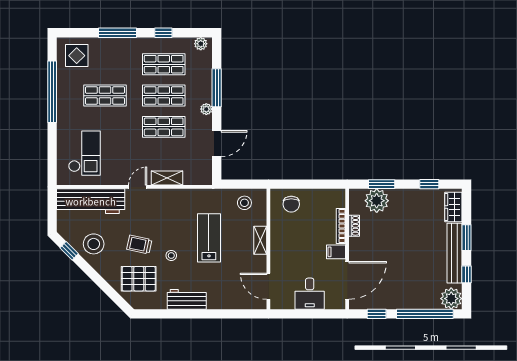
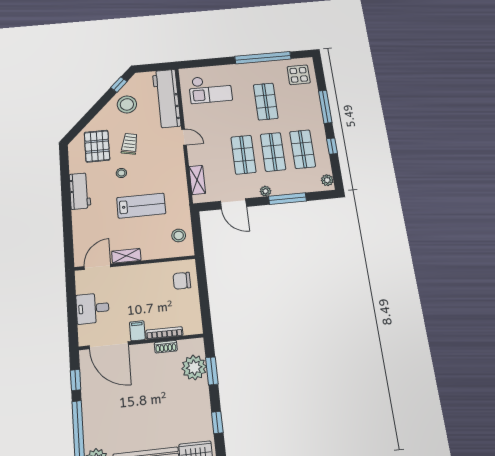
shelving: (167, 178) -> (197, 180), moved
shelving: (260, 240) -> (126, 256), moved

